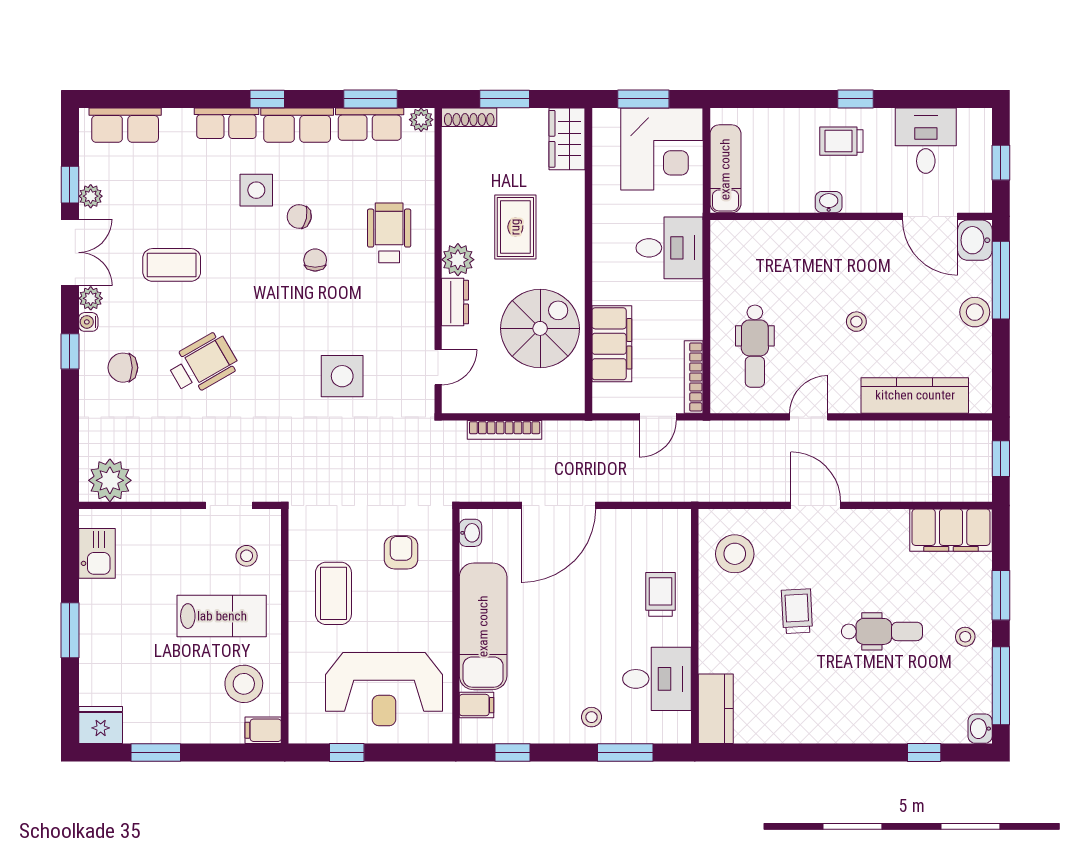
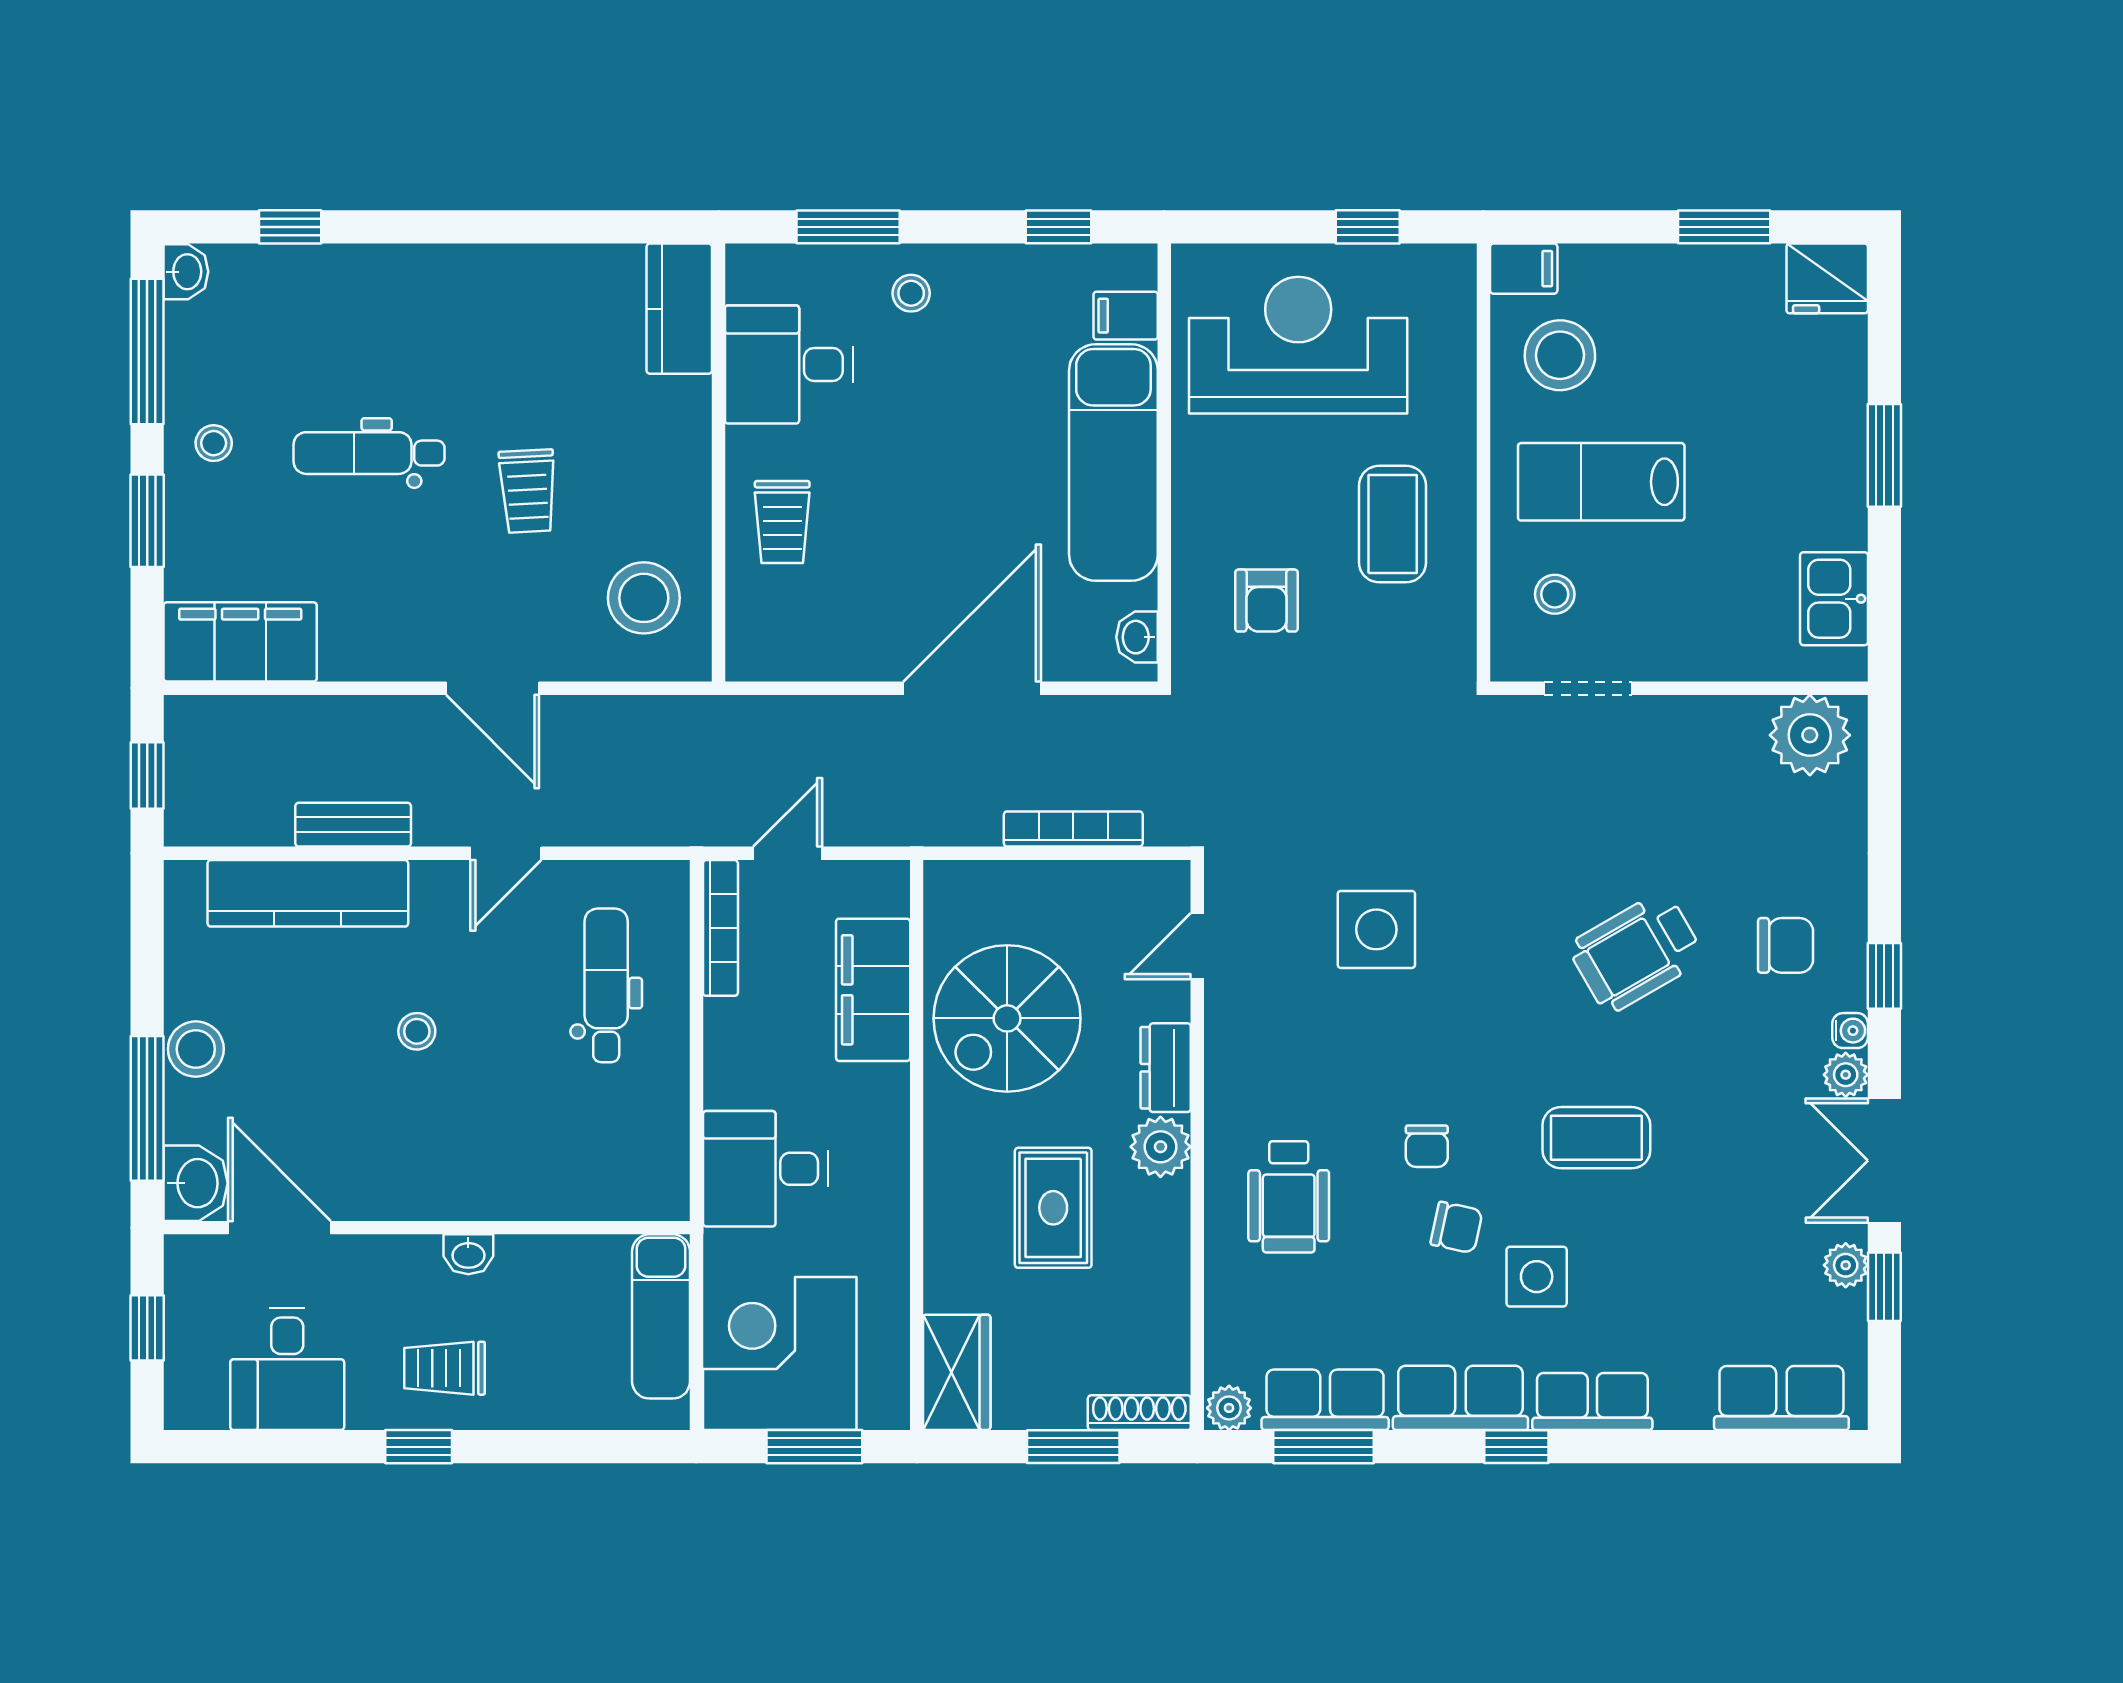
trolley: (841, 141) -> (445, 1368), turned 180
coffee table: (172, 265) -> (1596, 1138), moved
bench: (890, 432) -> (353, 825), added

